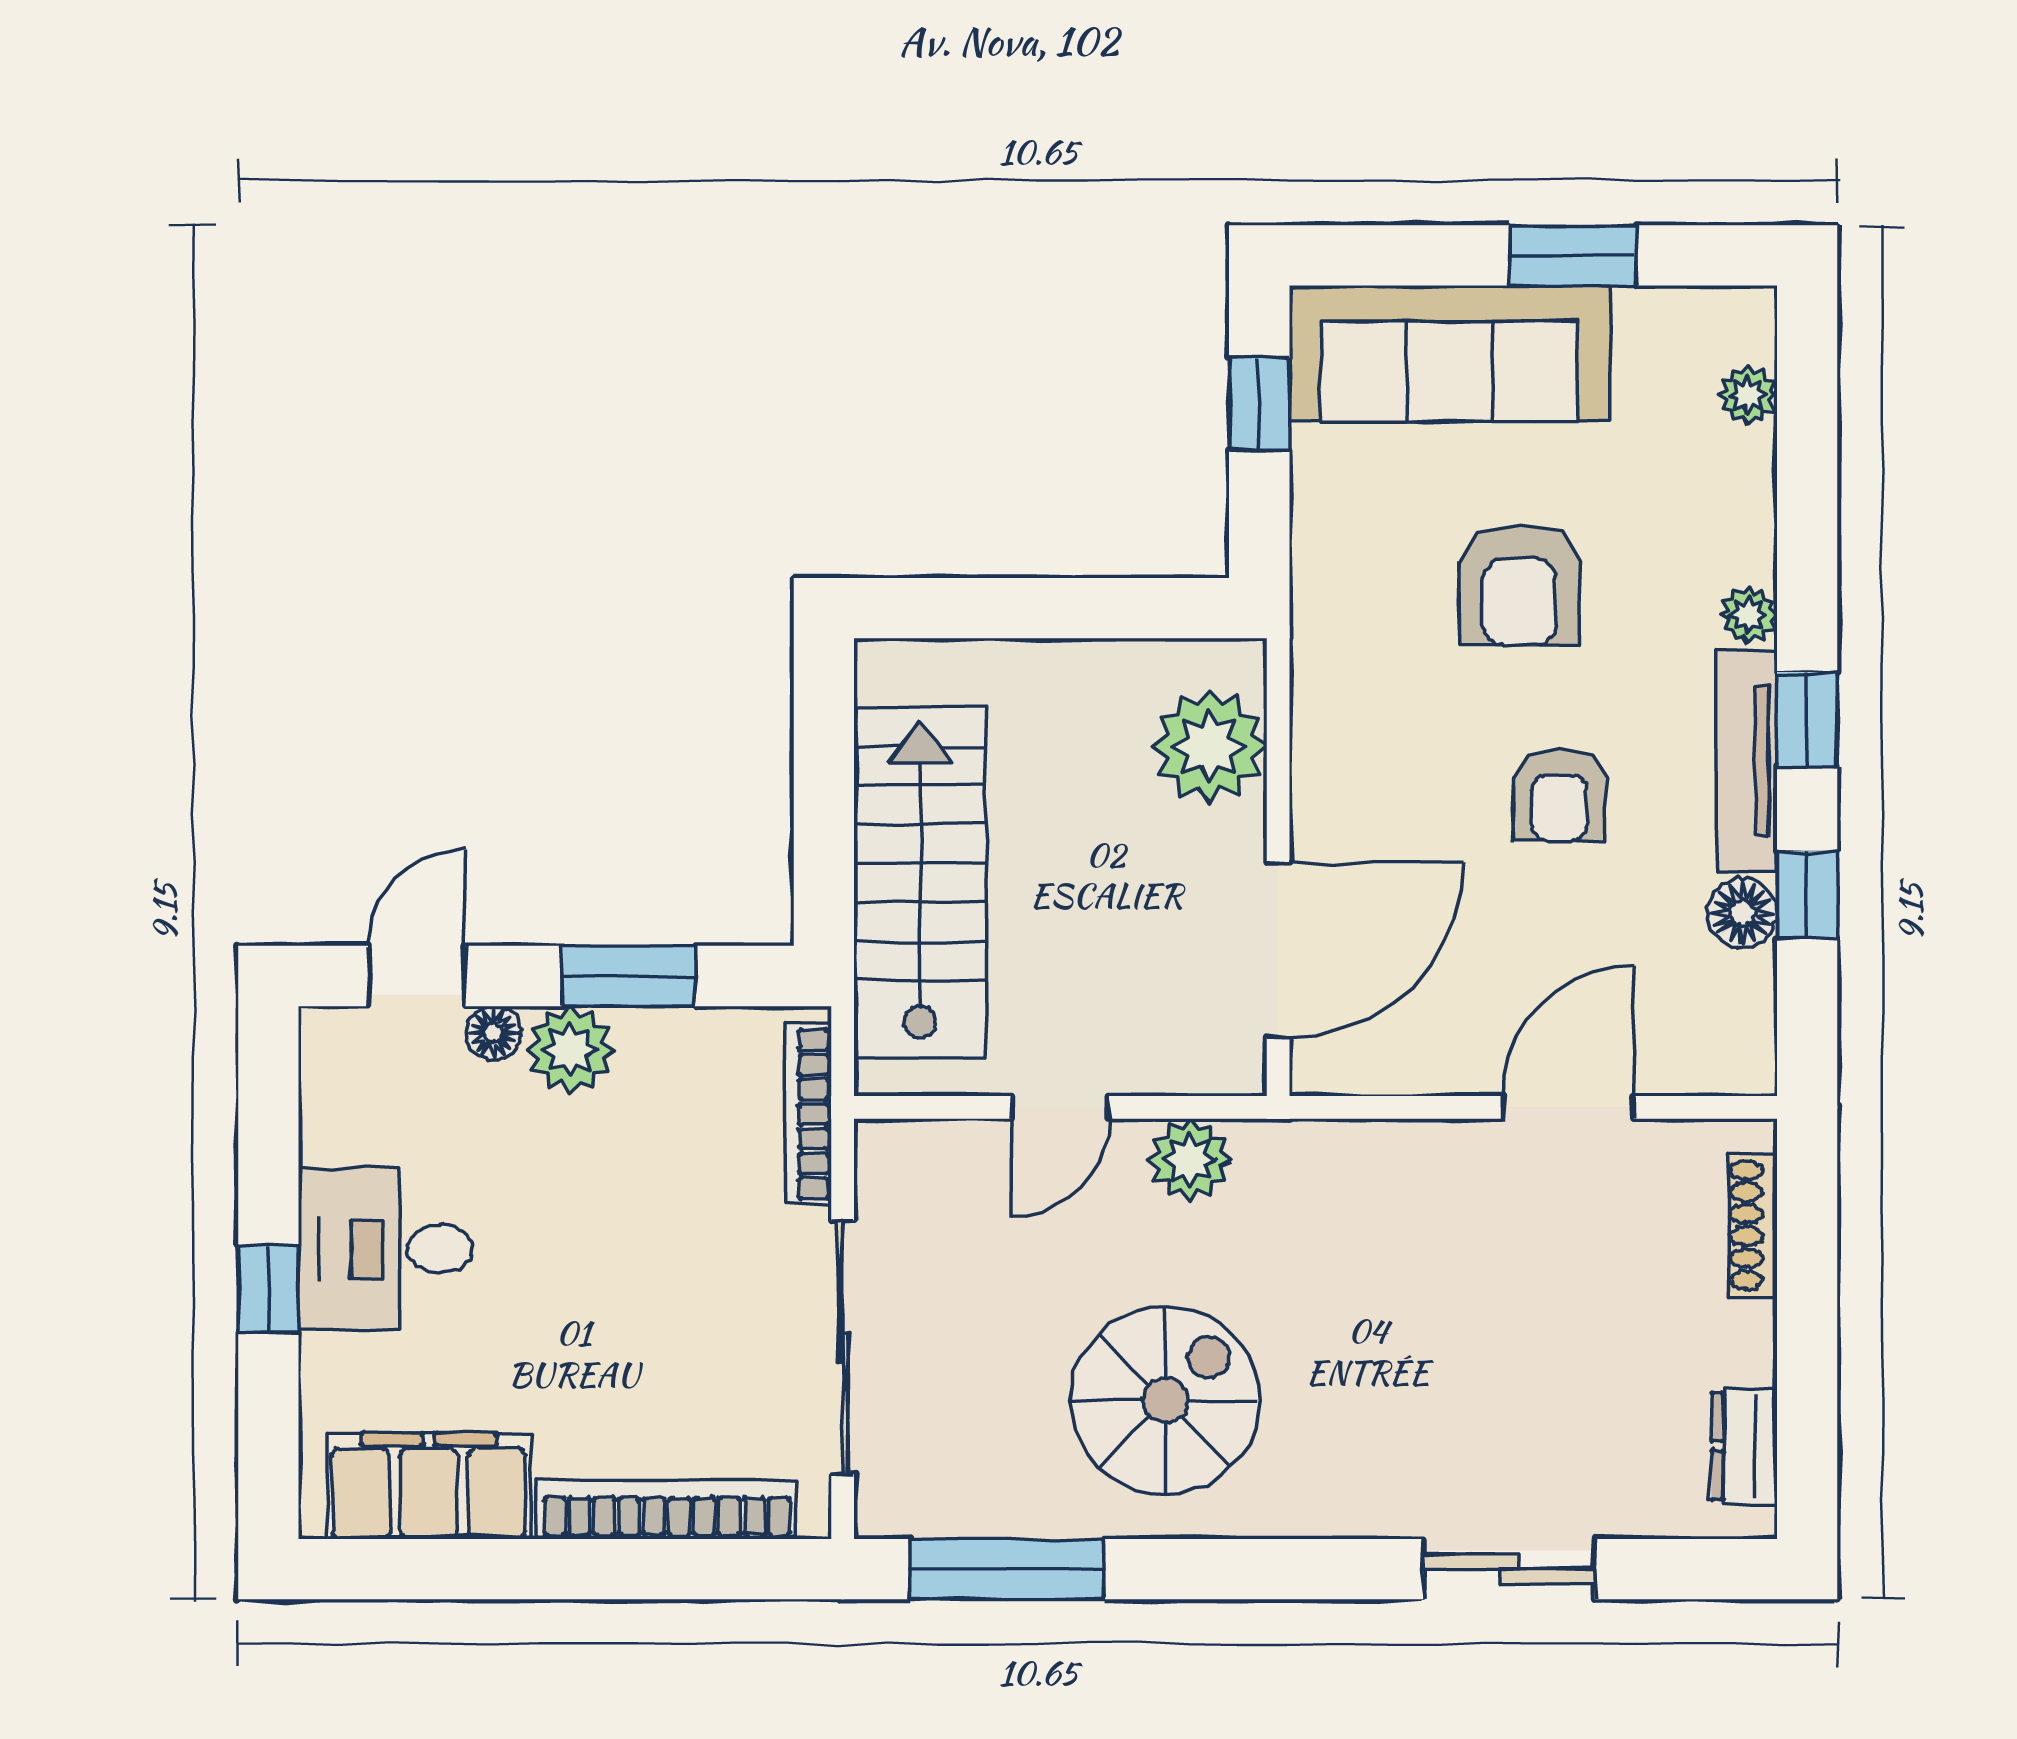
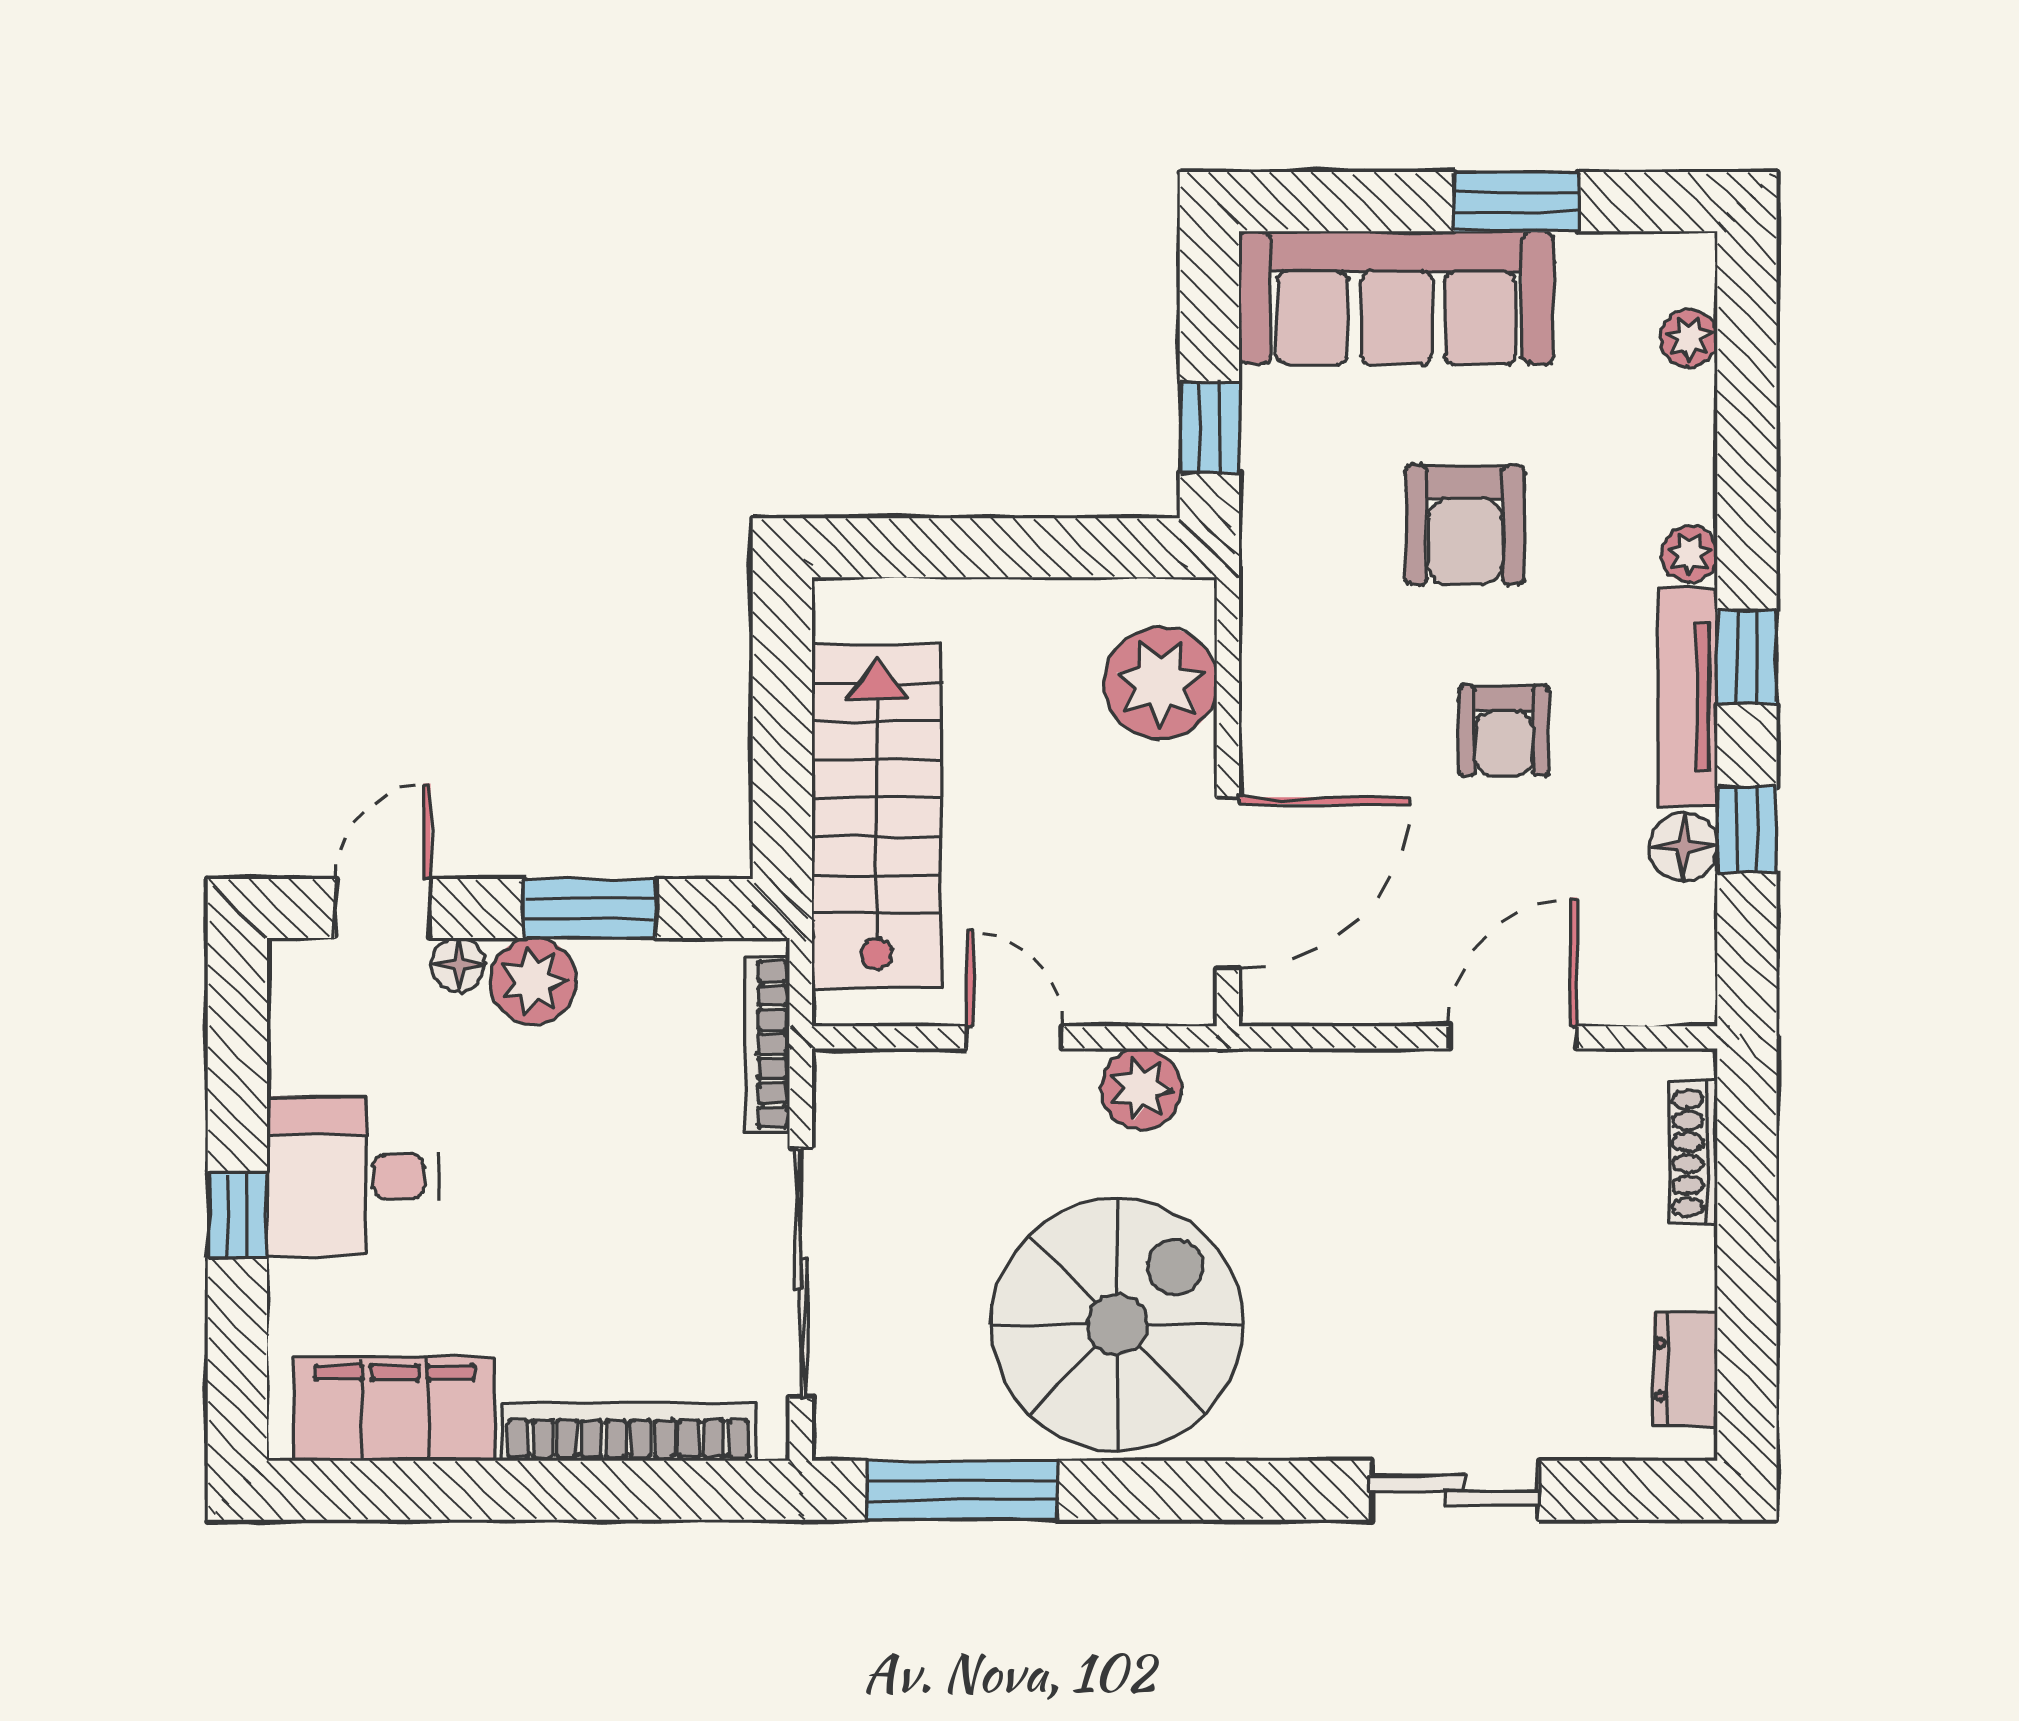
window: (1259, 404) -> (1209, 428), moved
door: (1060, 1107) -> (1014, 1037), swing flipped
spiral stairs: (1165, 1400) -> (1117, 1325), width x1.37, depth x1.37

